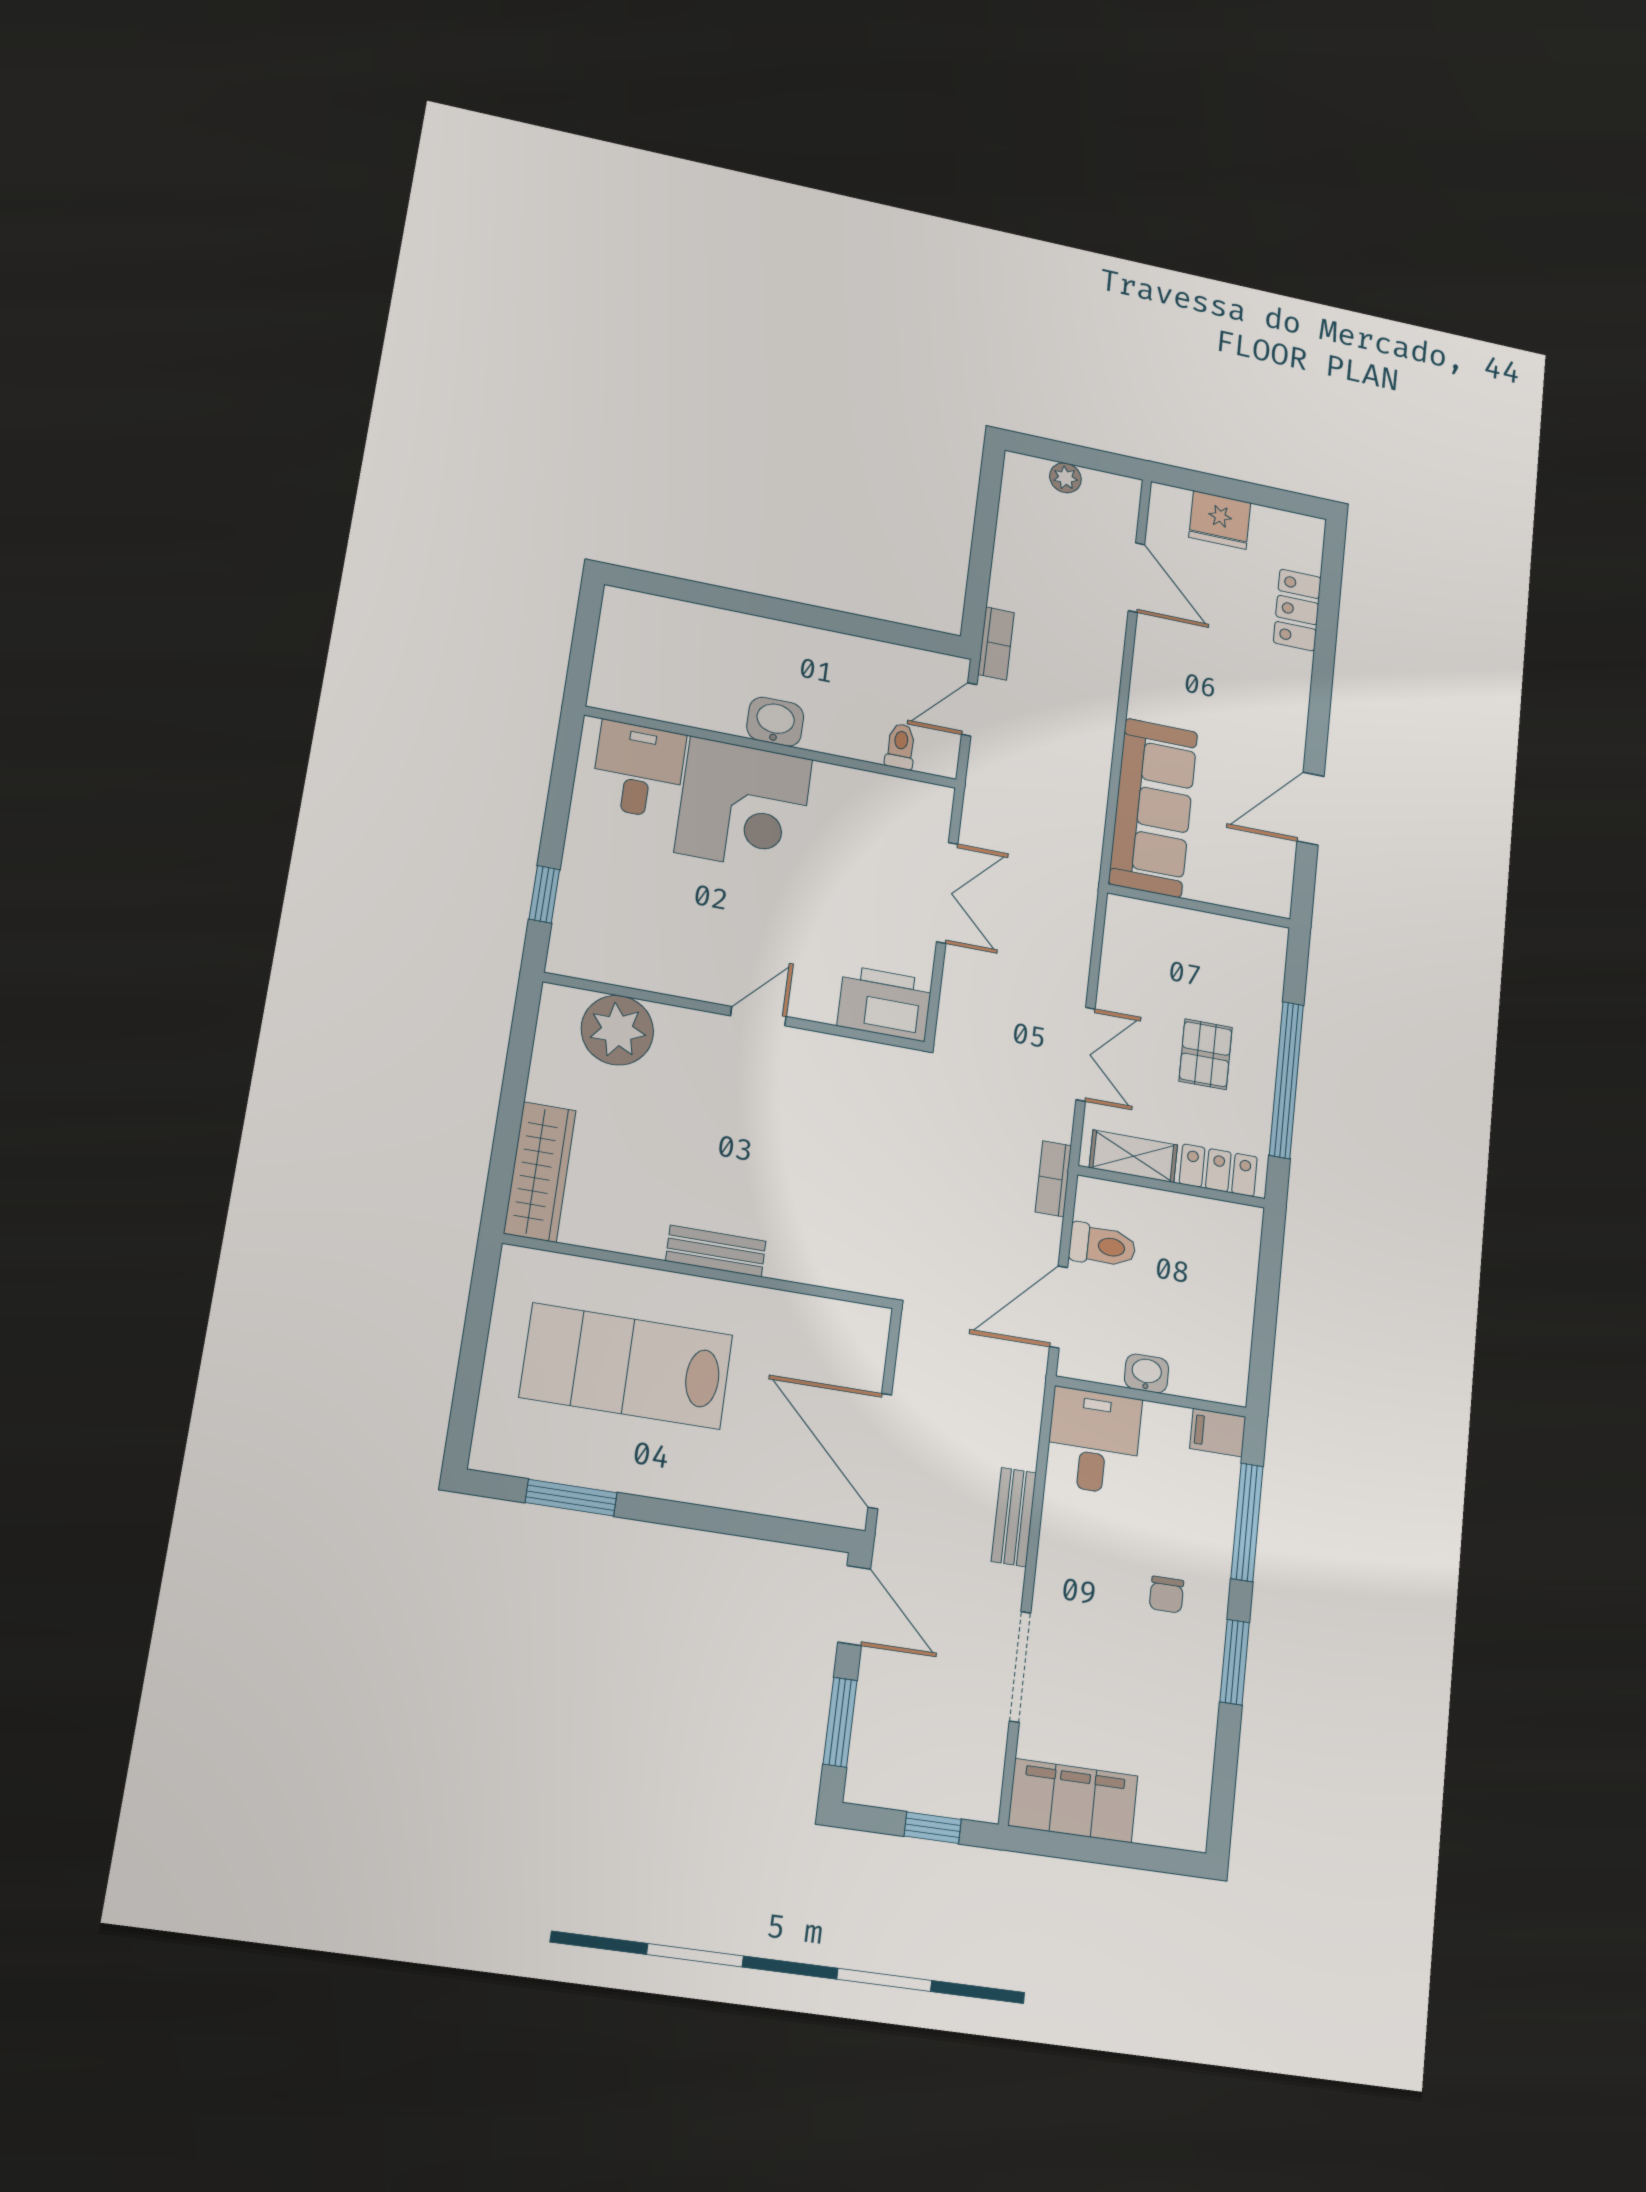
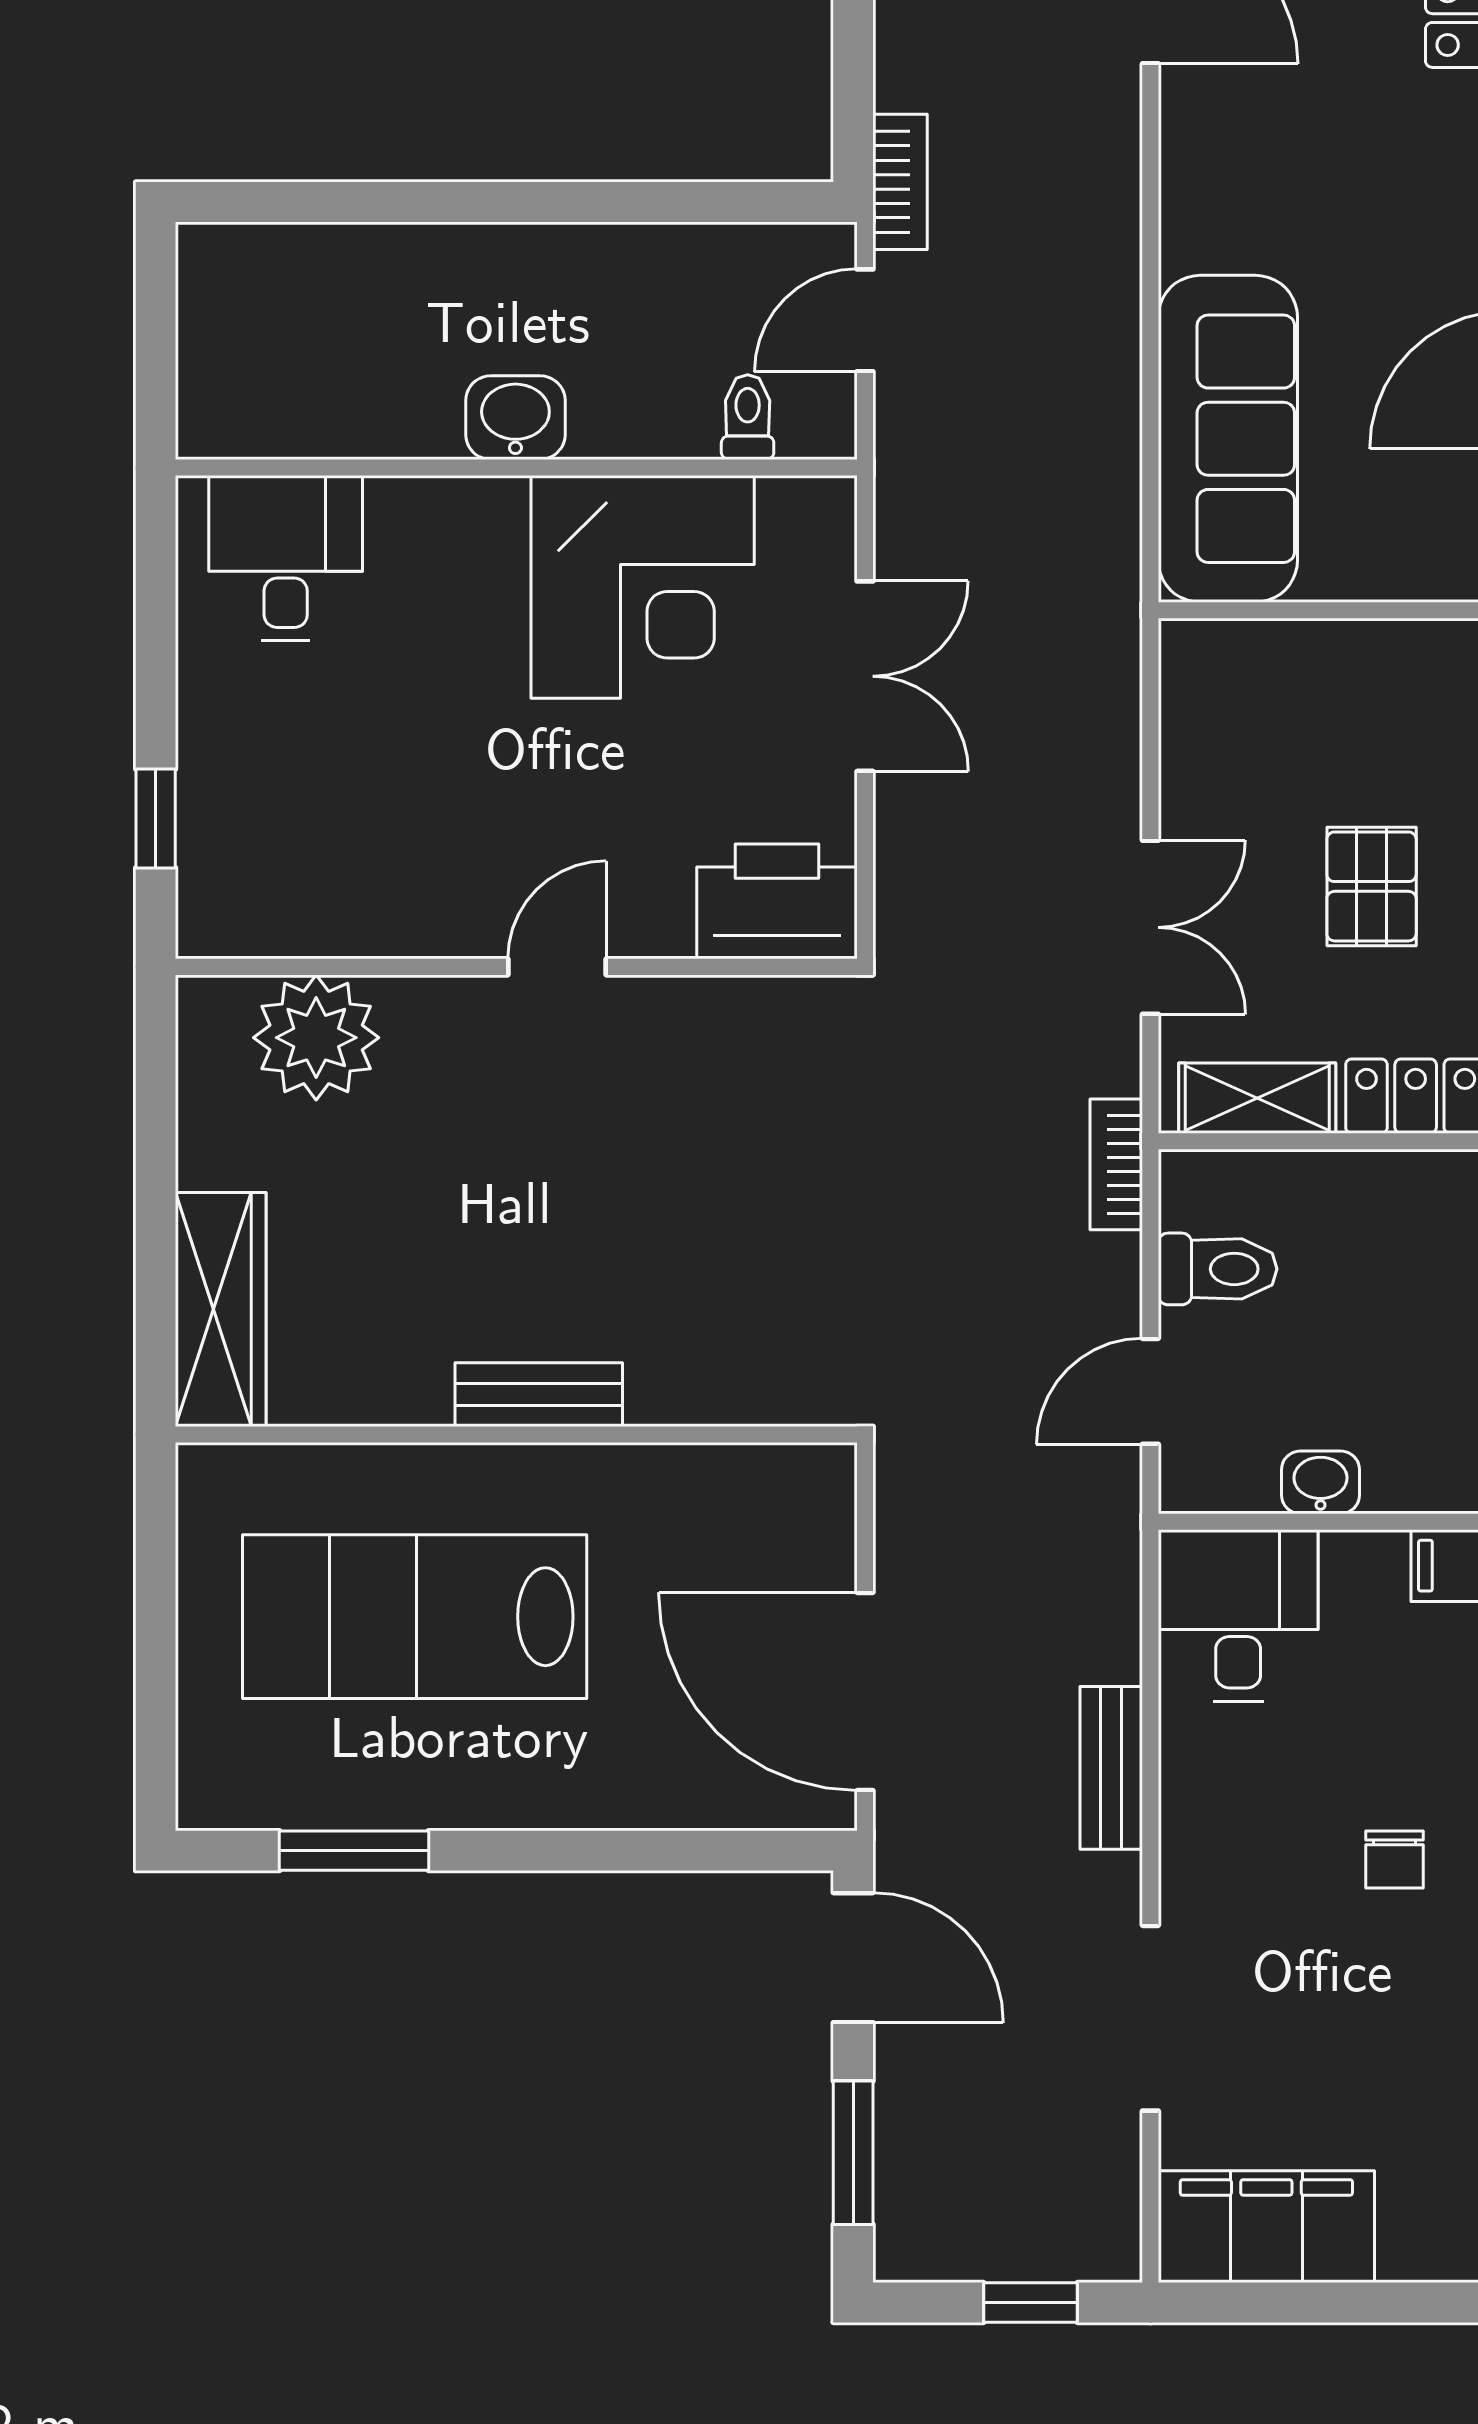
corner desk: (744, 806) -> (643, 587), moved
door: (1059, 1307) -> (1150, 1391), width x0.73

